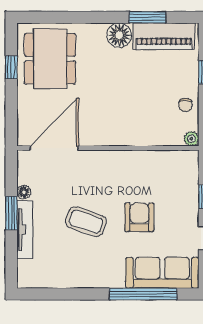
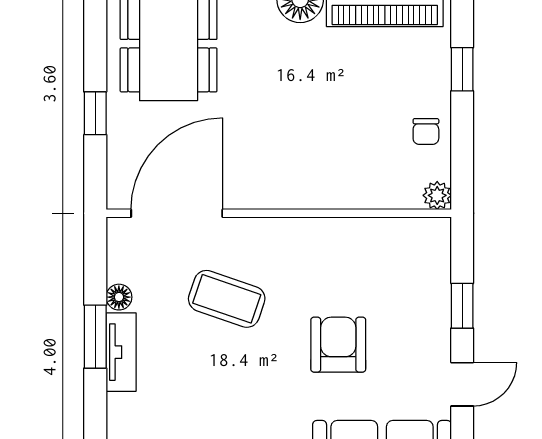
window: (11, 67) -> (95, 113), moved
coffee table: (86, 222) -> (227, 299), moved
tv unit: (25, 230) -> (121, 352), width x0.71

